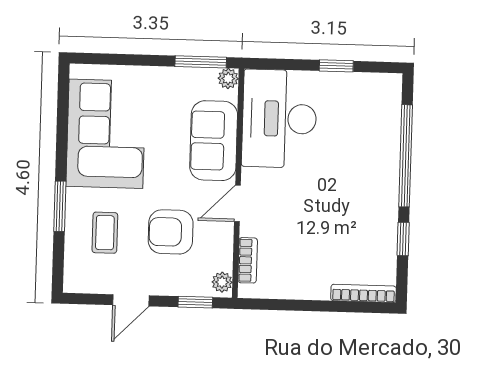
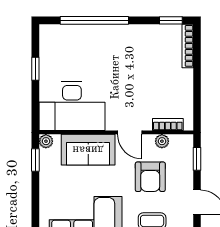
window: (201, 62) -> (35, 160), width x0.67
window: (403, 239) -> (171, 20), moved
plant: (222, 282) -> (162, 141), moved

